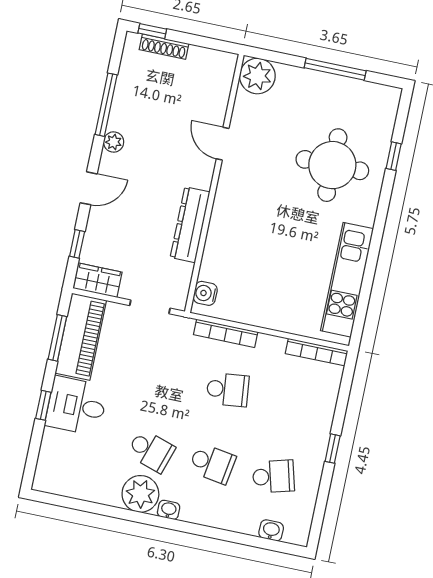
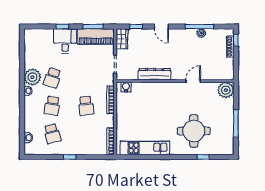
plant: (114, 142) -> (201, 33), moved

